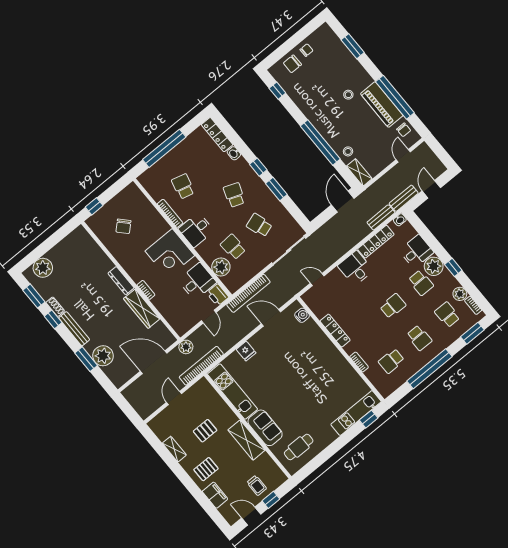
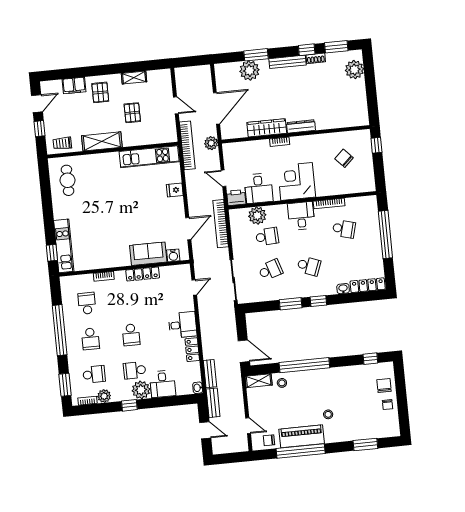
locker: (376, 242) -> (192, 350), width x0.66
school desk: (419, 338) -> (90, 339), turned -90
sofa: (265, 428) -> (148, 254), moved, turned 180
trolley: (257, 485) -> (62, 143), moved

